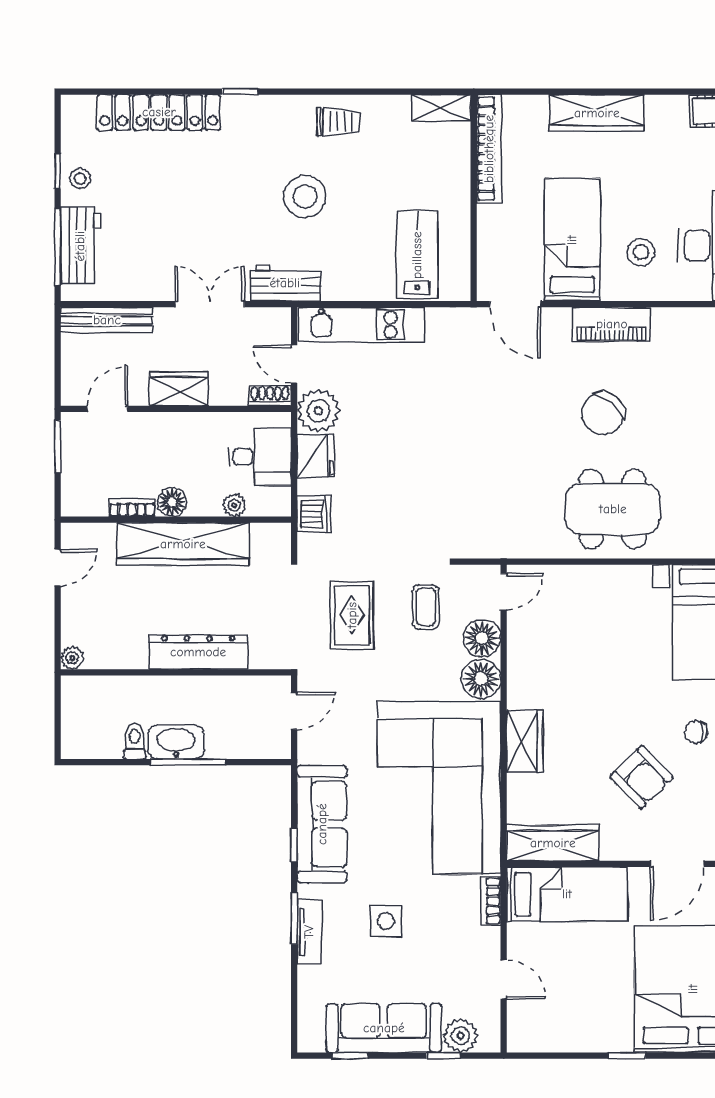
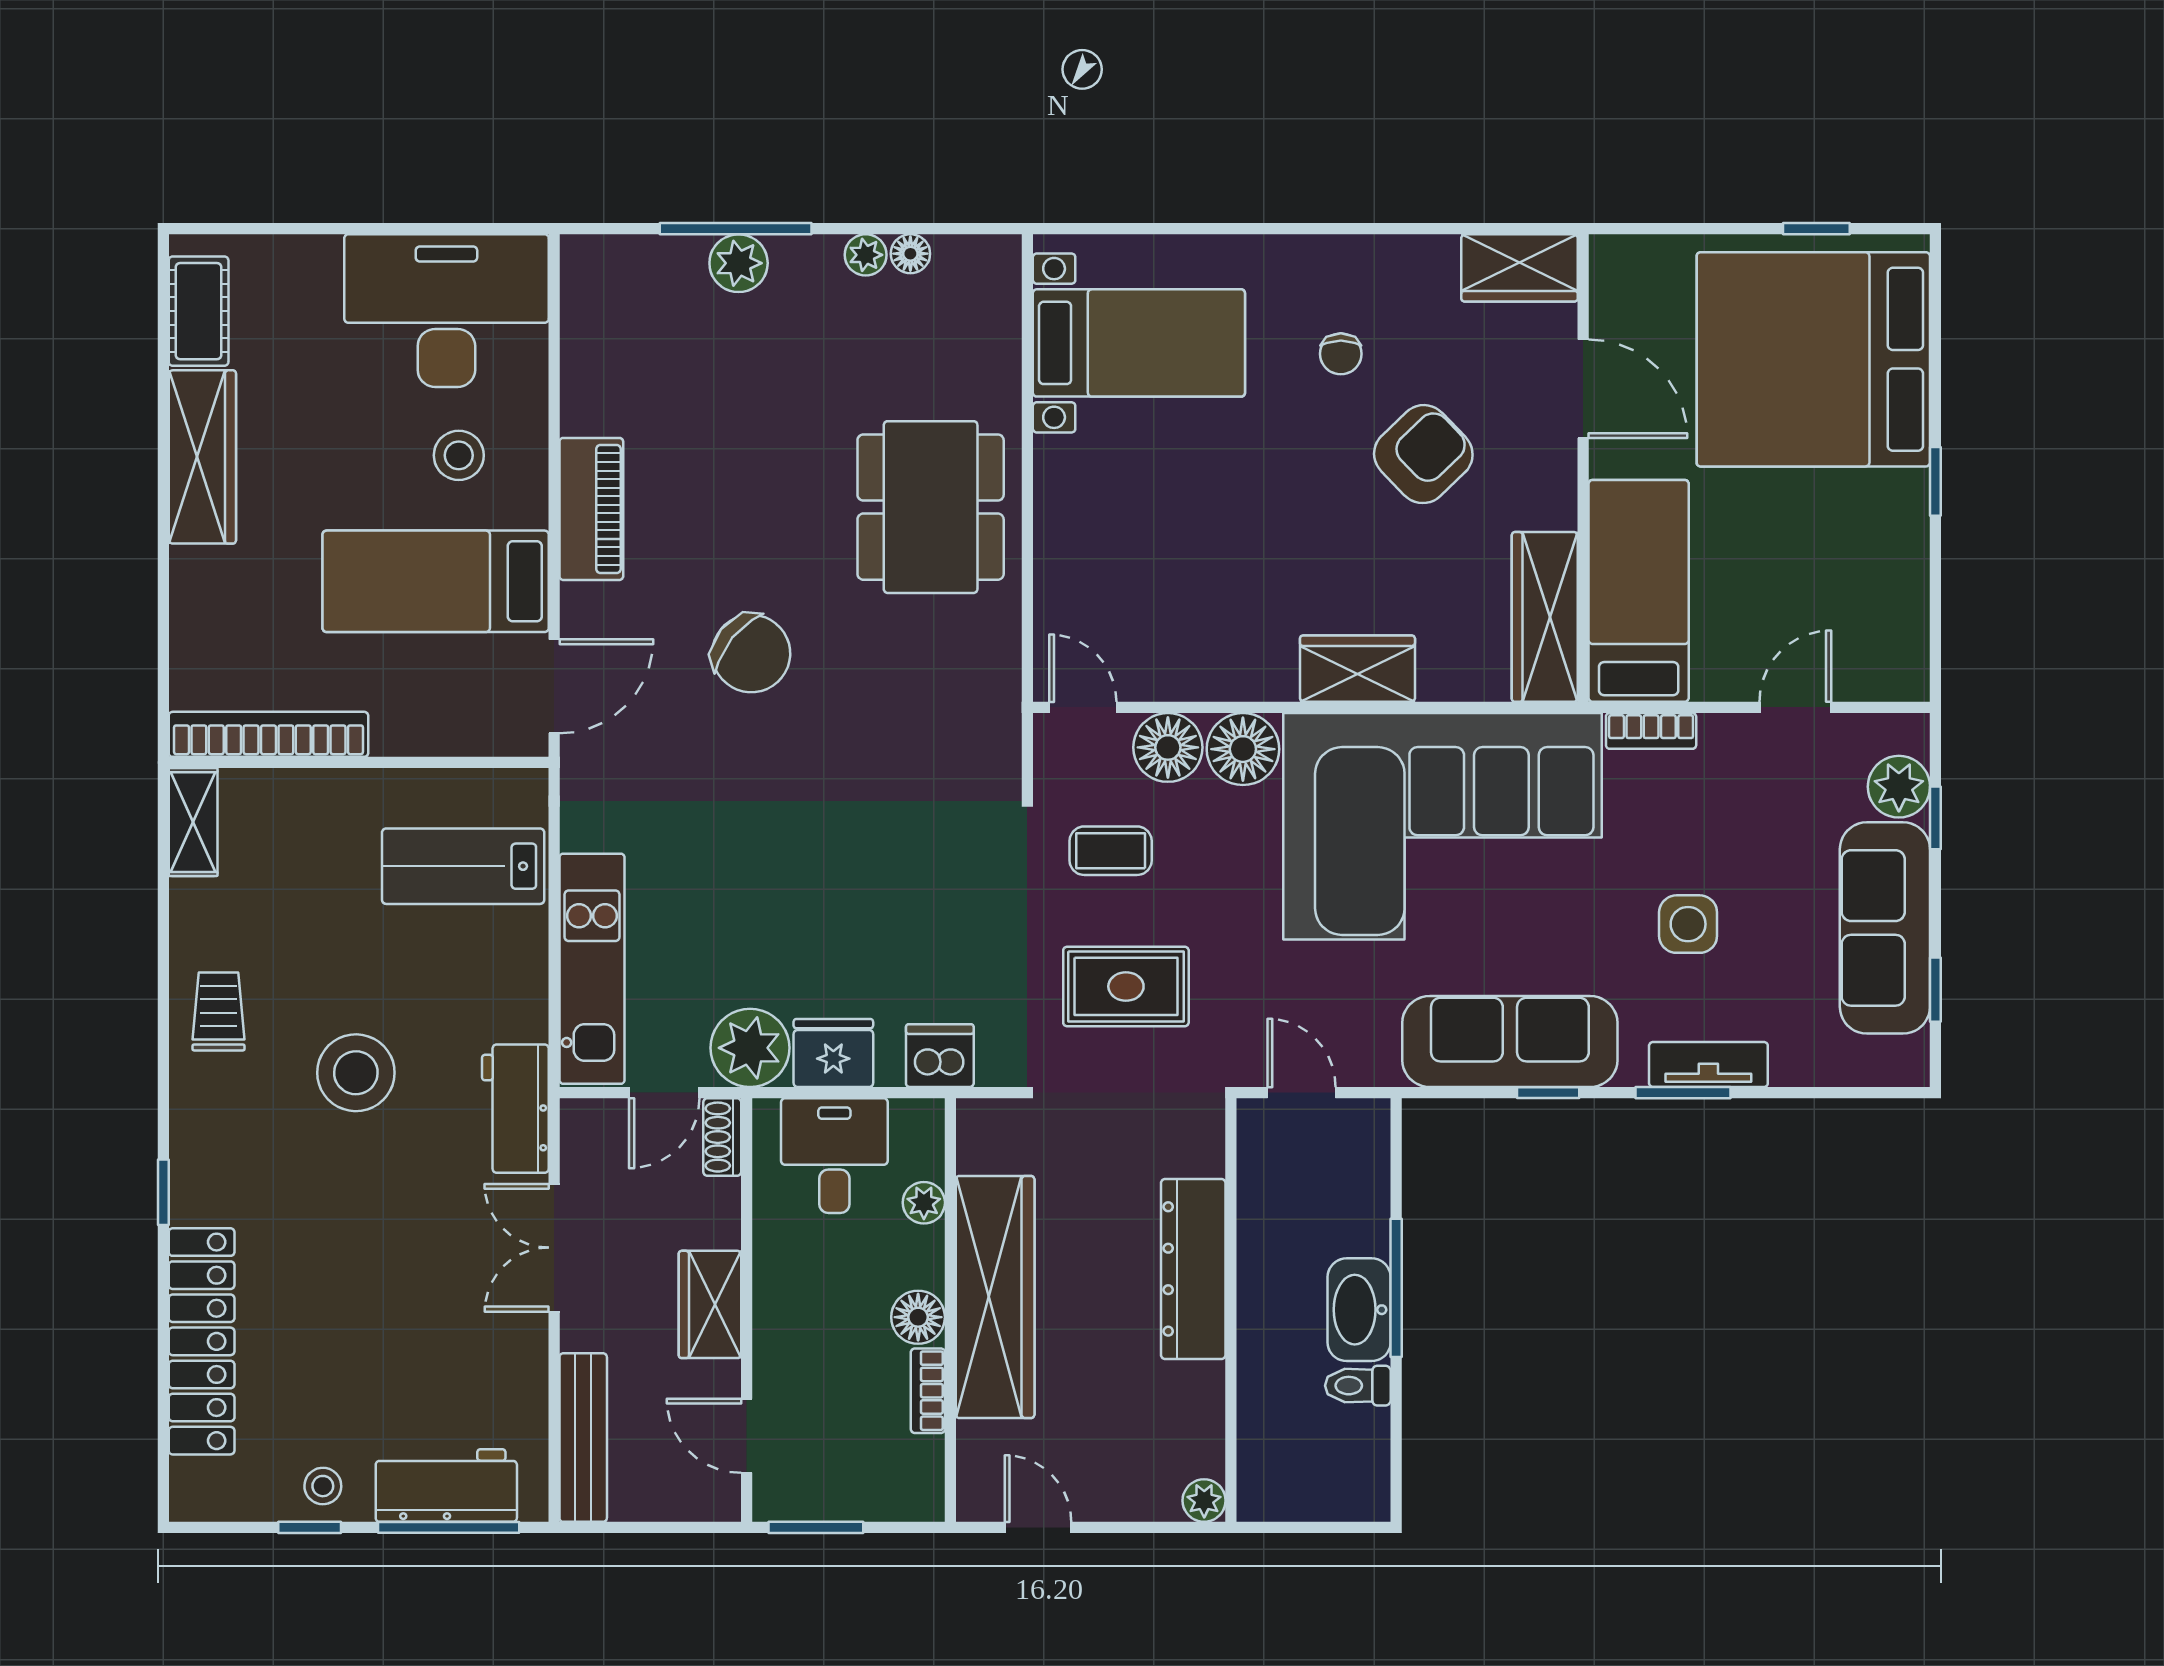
wardrobe: (597, 113) -> (202, 457), moved
chair: (603, 414) -> (751, 654), moved

